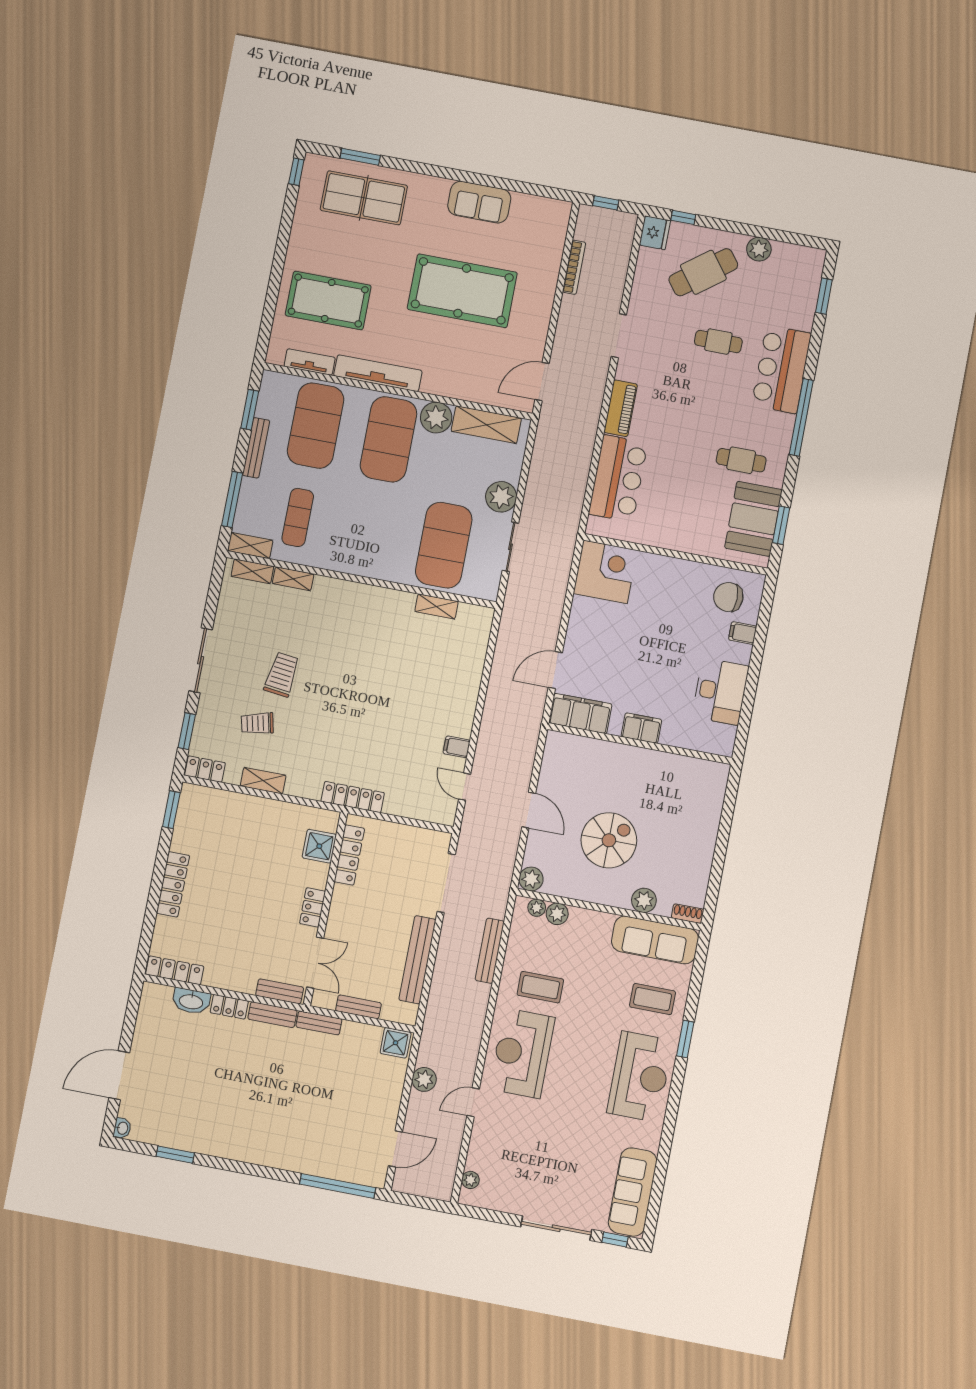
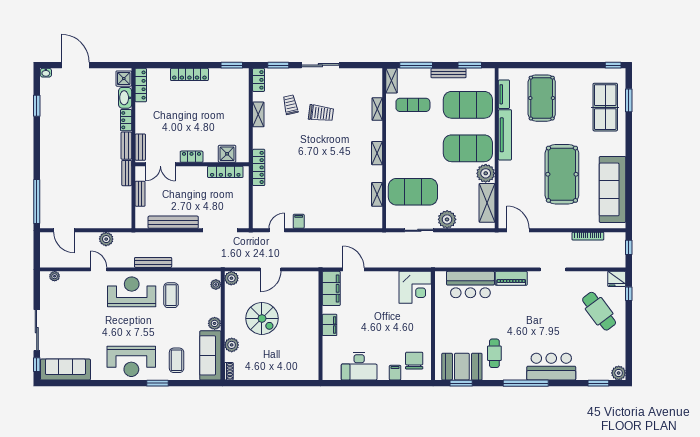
sofa: (479, 202) -> (613, 189), width x1.85, depth x1.27
plant: (759, 249) -> (619, 373), moved
cafe table: (718, 342) -> (561, 327), removed
shelving: (252, 571) -> (377, 153), moved
plant: (557, 914) -> (215, 323), moved
bench: (490, 951) -> (153, 262), moved
shower: (396, 1043) -> (124, 79), moved

